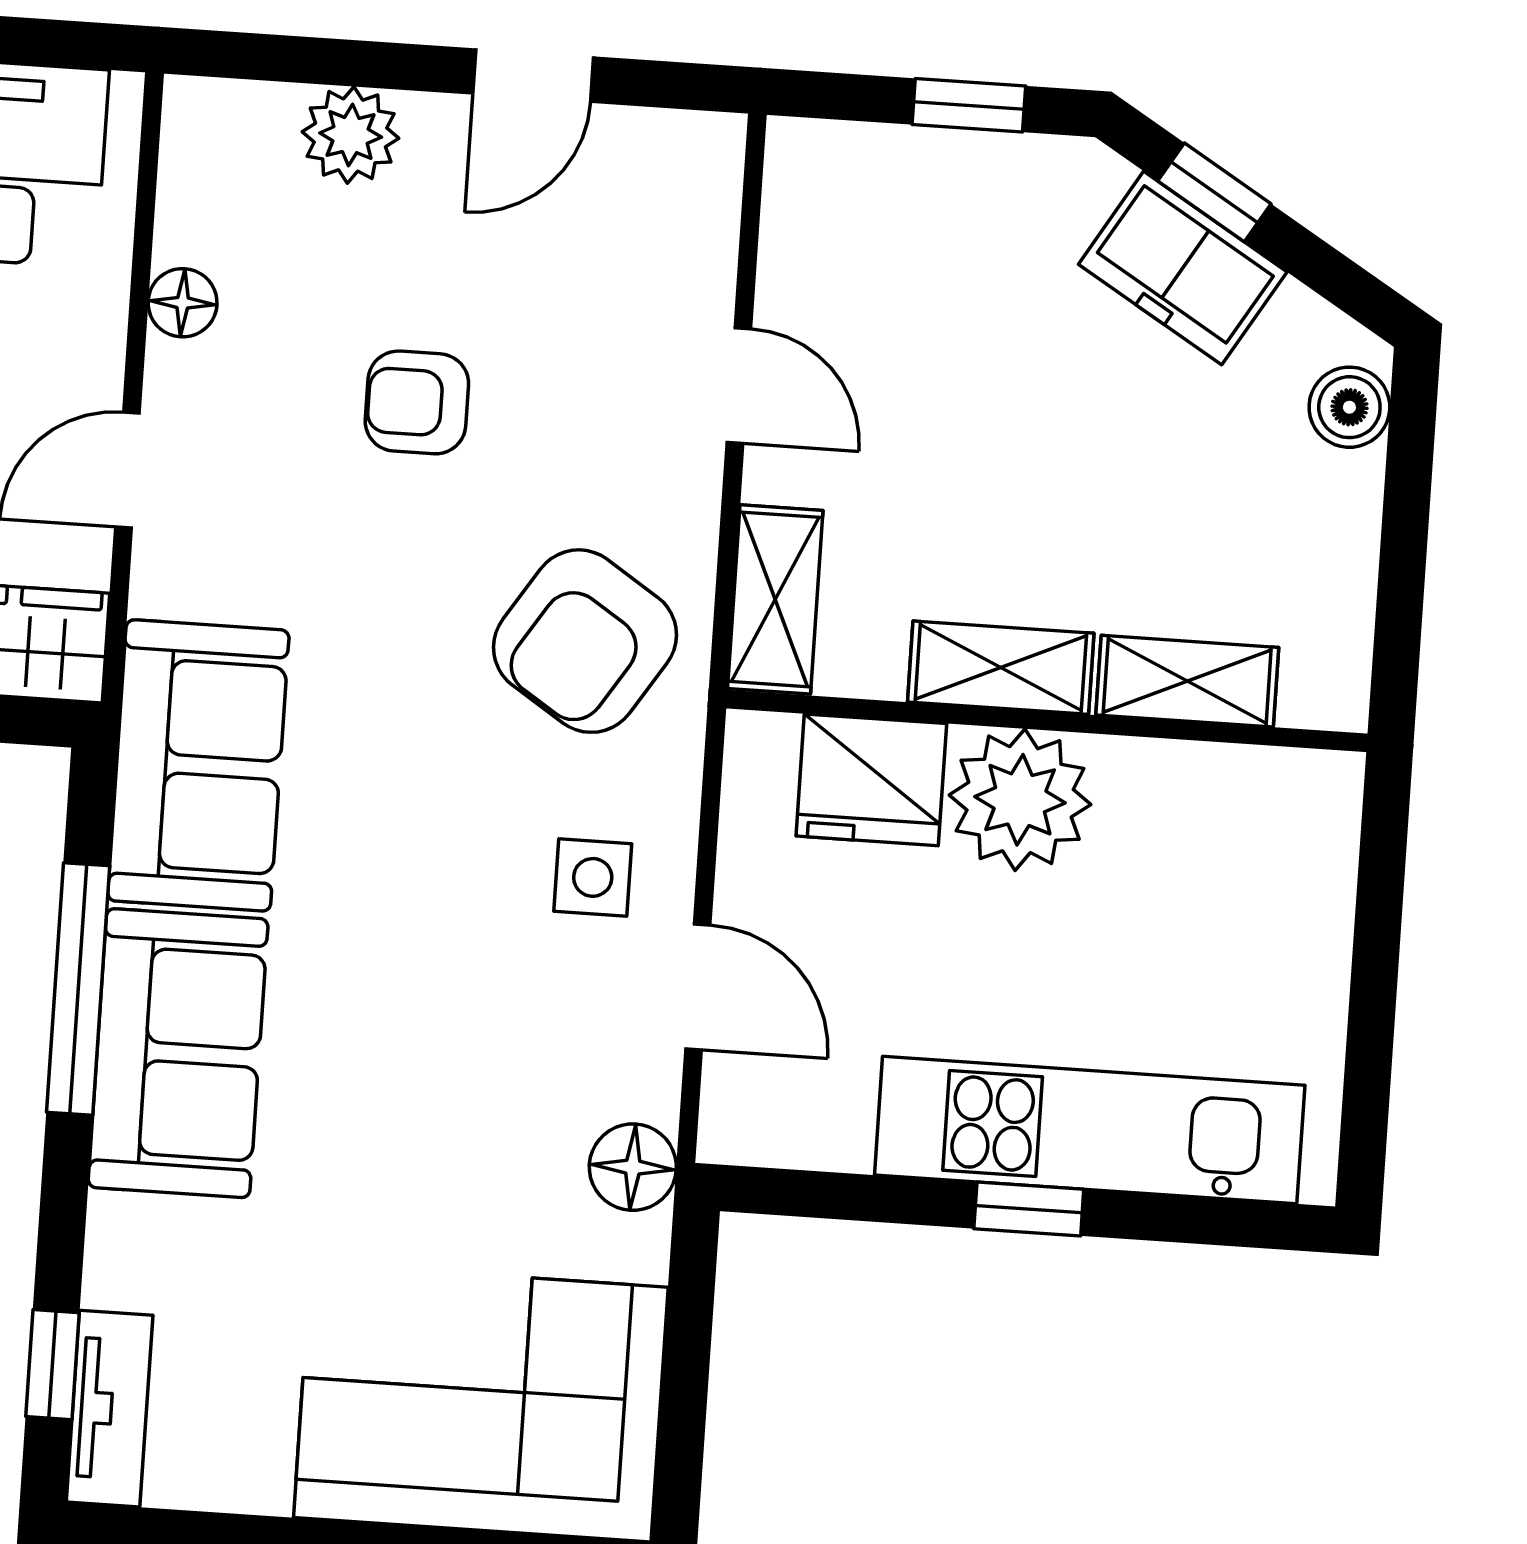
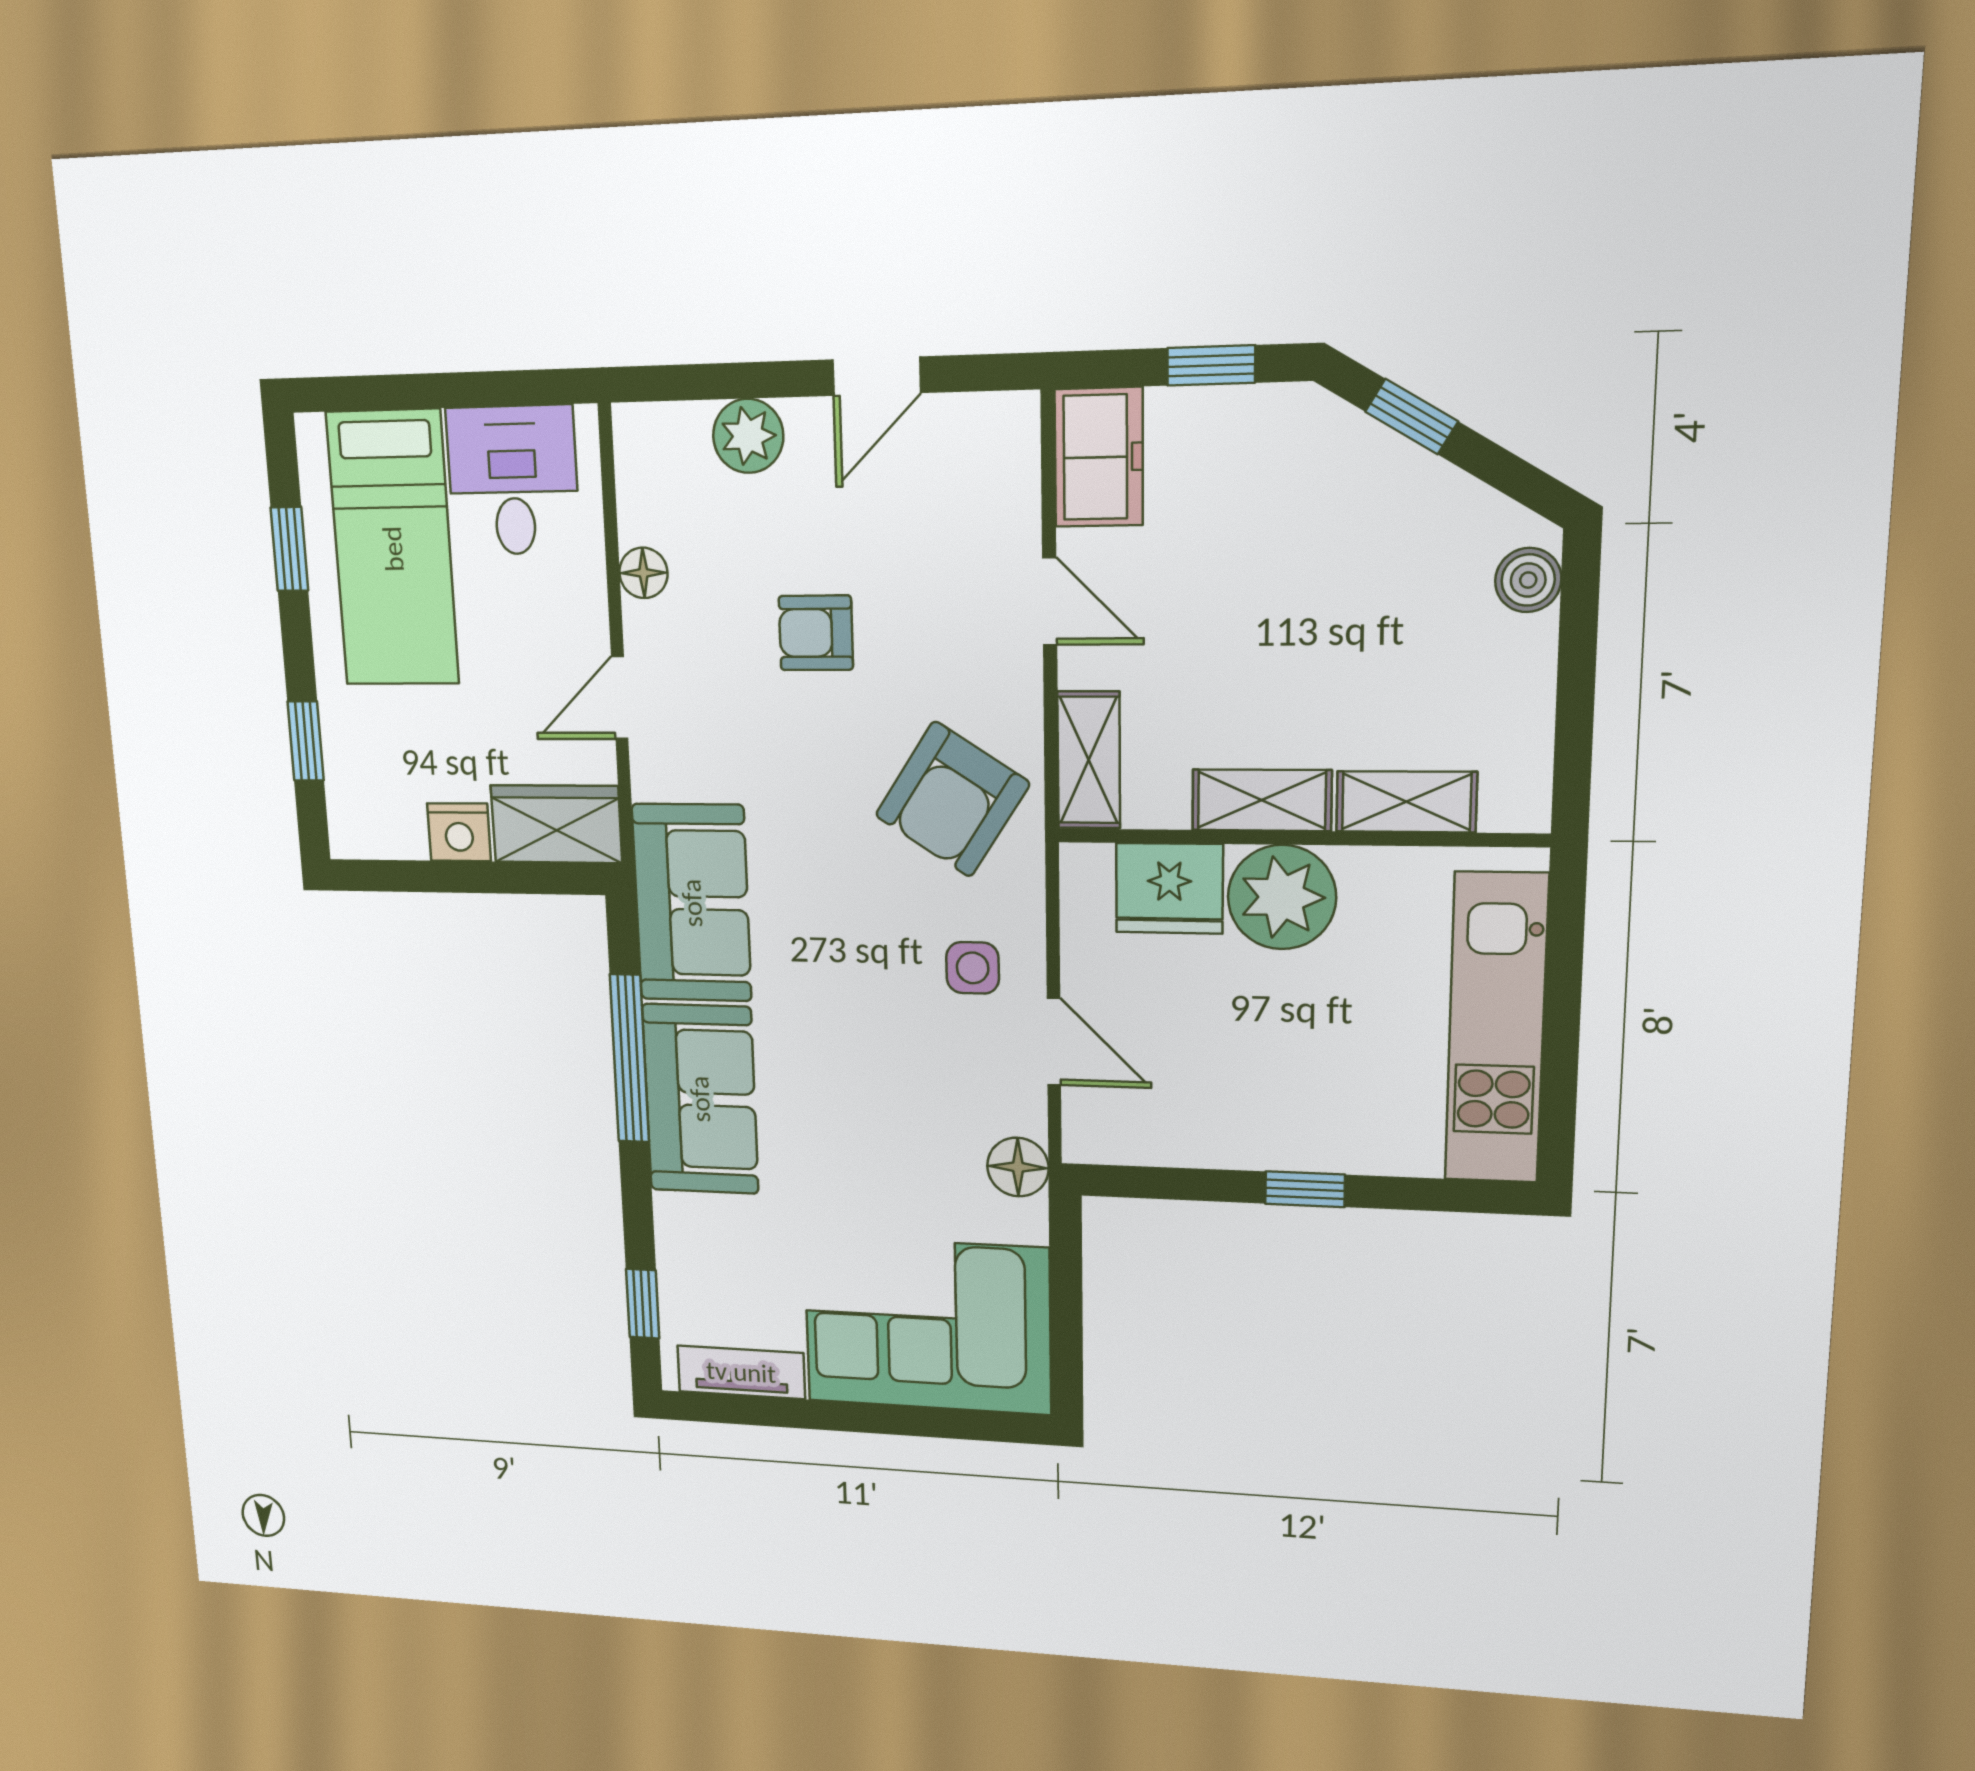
freezer: (1183, 268) -> (1099, 457), moved, turned -121
kitchen unit: (1090, 1130) -> (1496, 1029), moved, turned -90
tv unit: (110, 1409) -> (741, 1372), moved, turned -90

